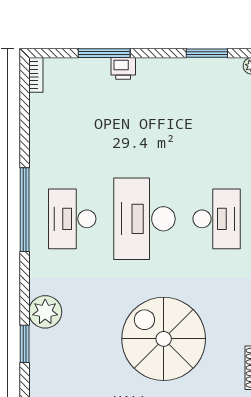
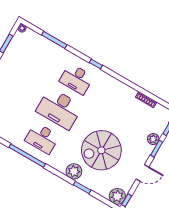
desk: (217, 219) -> (76, 79), turned 180
spiral stairs: (164, 339) -> (101, 150), moved

